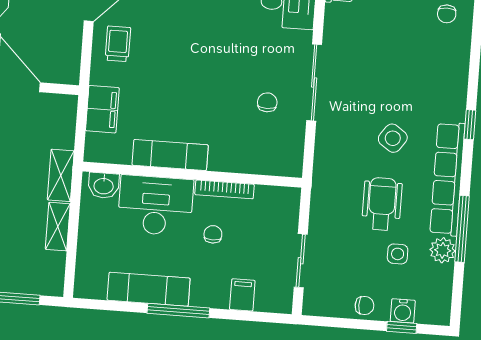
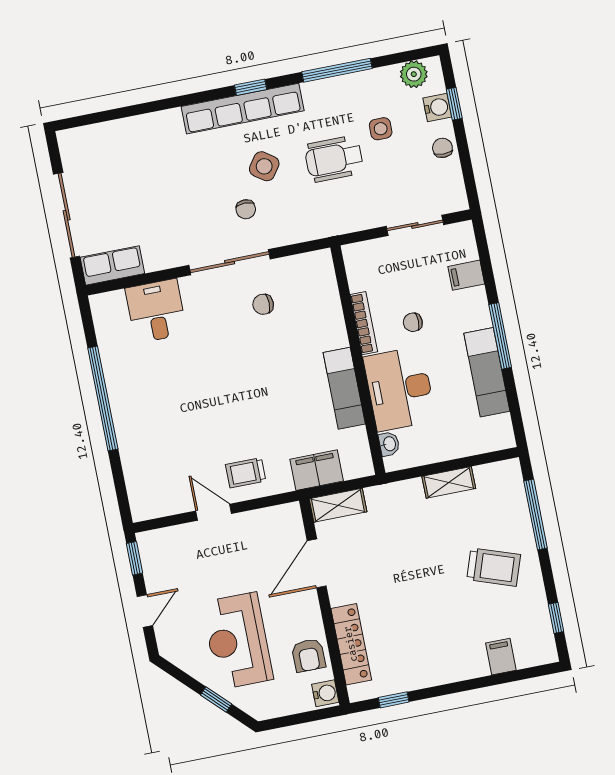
chair: (447, 14) -> (246, 209), moved, turned 90
window: (470, 125) -> (251, 87), moved
shelving: (61, 175) -> (338, 505), moved
row of seats: (447, 179) -> (243, 109), moved
washbasin: (104, 185) -> (389, 444), width x0.72, depth x0.69
plant: (443, 250) -> (414, 74), moved

